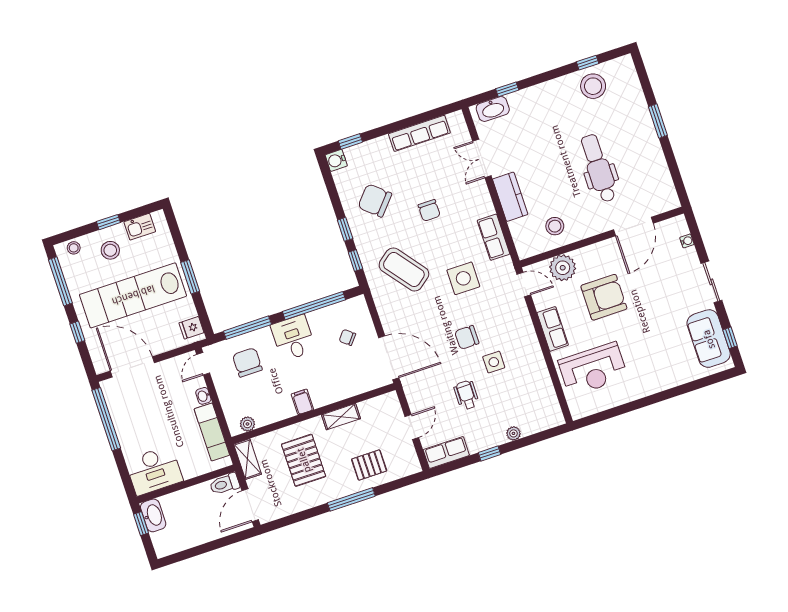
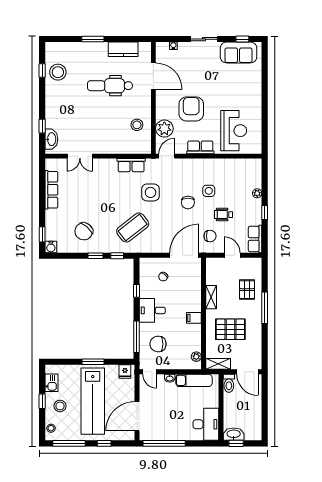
kitchen counter: (510, 197) -> (123, 49), moved, turned 180
chair: (429, 210) -> (210, 236), moved
window: (314, 306) -> (136, 291), width x0.32

